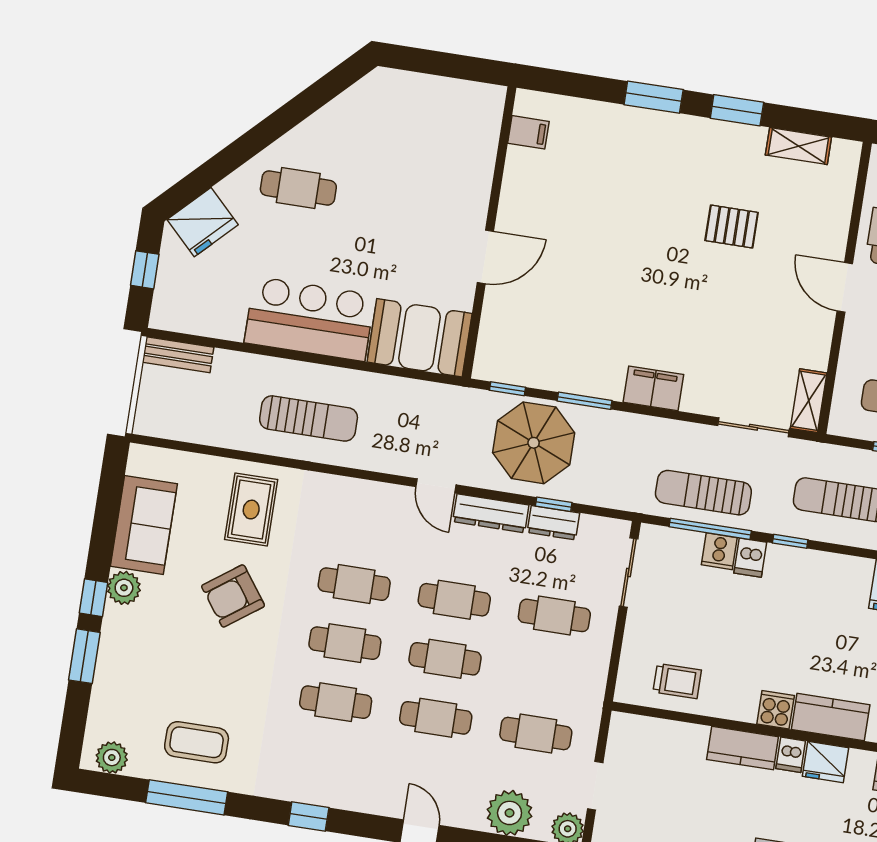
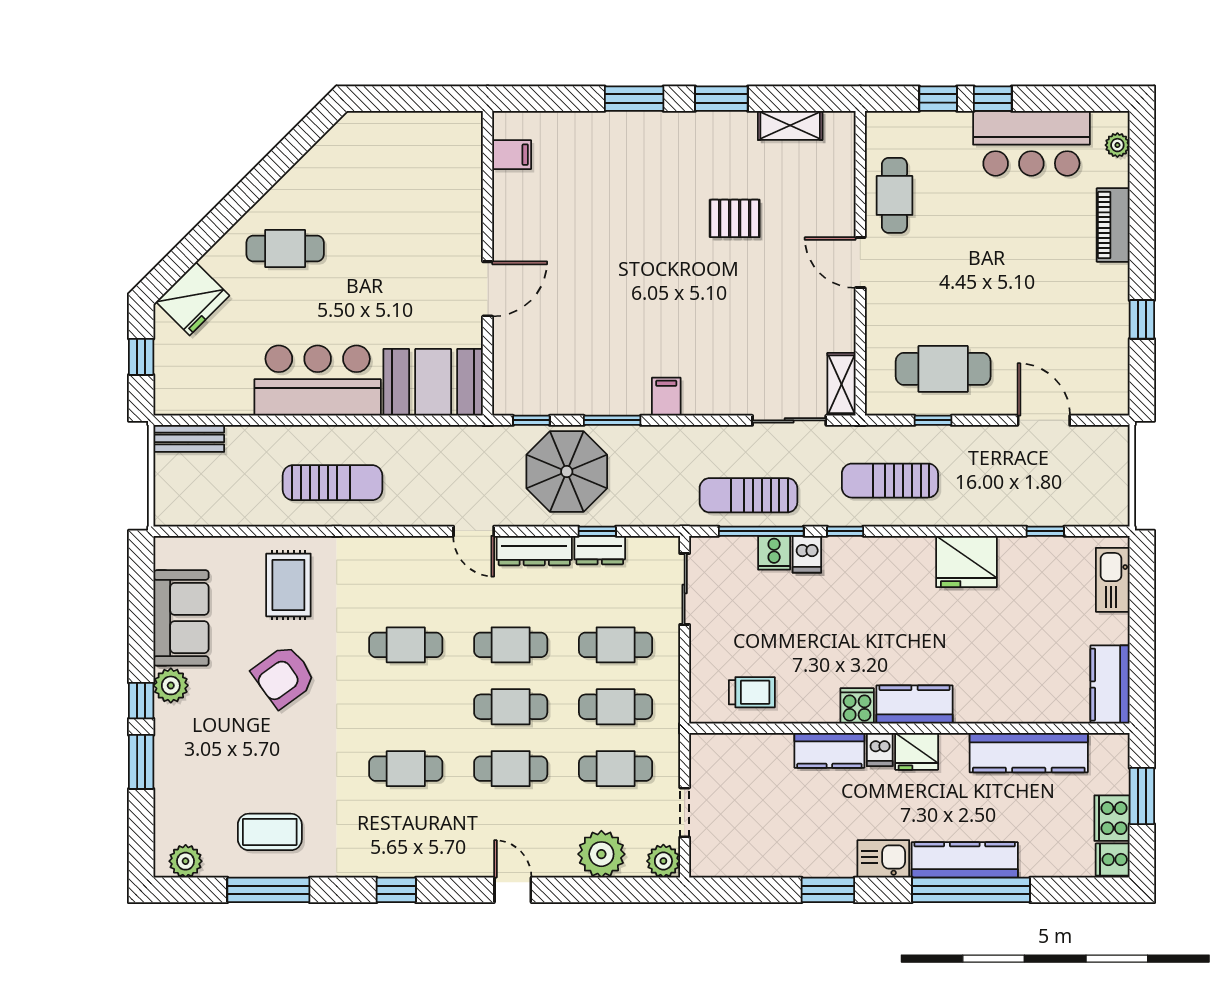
filing cabinet: (653, 388) -> (666, 397), width x0.50
cafe table: (345, 643) -> (616, 707), moved

